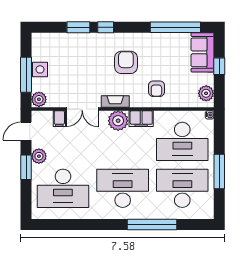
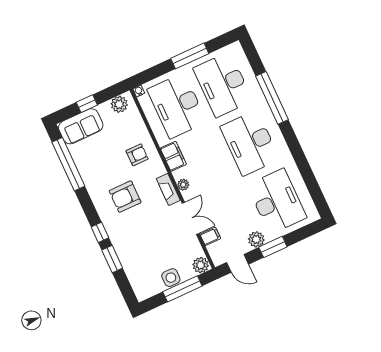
plant: (118, 121) -> (183, 185), width x0.53, depth x0.53
desk: (182, 141) -> (177, 106), turned 180

